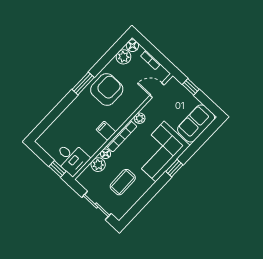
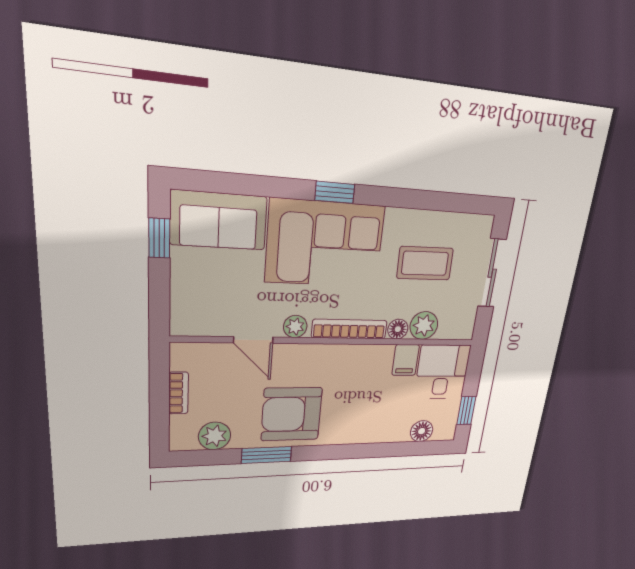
floor lamp: (132, 46) -> (422, 431), moved
window: (83, 83) -> (267, 455), moved
window: (191, 87) -> (159, 238), moved
door: (157, 90) -> (253, 340), moved
filing cabinet: (106, 131) -> (406, 360), moved
window: (58, 169) -> (466, 410), moved

